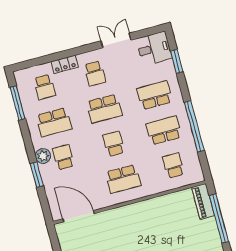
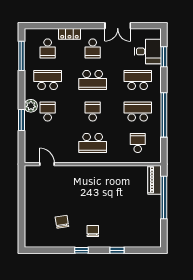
double door: (116, 40) -> (118, 26), swing flipped
desk: (154, 49) -> (148, 51), moved
school desk: (54, 122) -> (48, 80), turned 180
door: (79, 216) -> (47, 164), width x0.53

